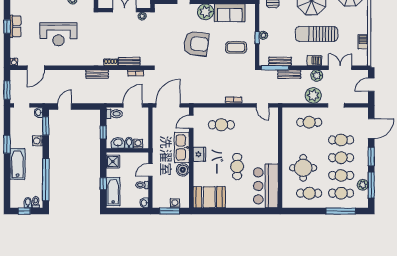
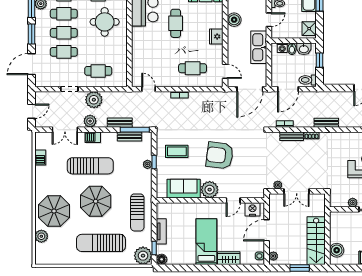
door: (191, 122) -> (225, 71), hinge flipped
kitchen sink: (182, 147) -> (259, 47), moved, turned 180

